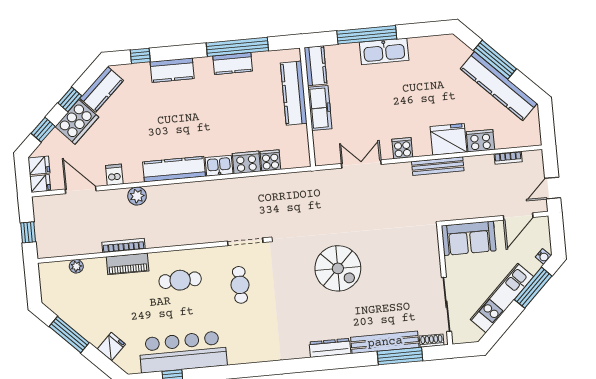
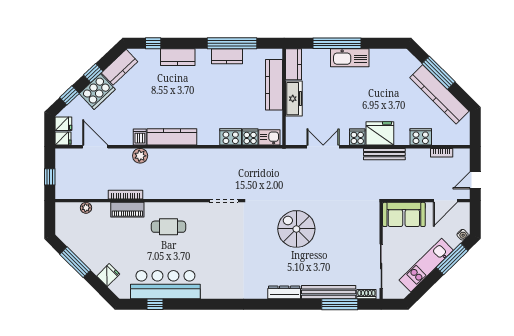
fridge: (449, 139) -> (380, 133), moved
kitchen sink: (219, 166) -> (269, 137), moved
dishwasher: (114, 175) -> (140, 137), moved
spiral stairs: (338, 268) -> (296, 229), turned 180
cafe table: (240, 285) -> (216, 235), removed

